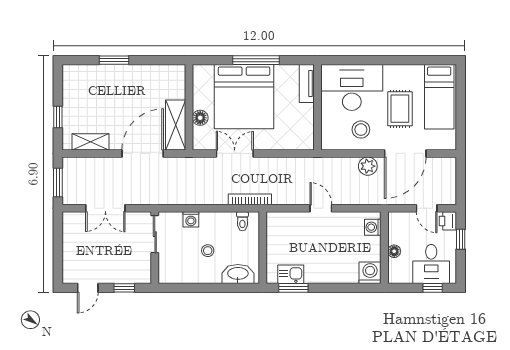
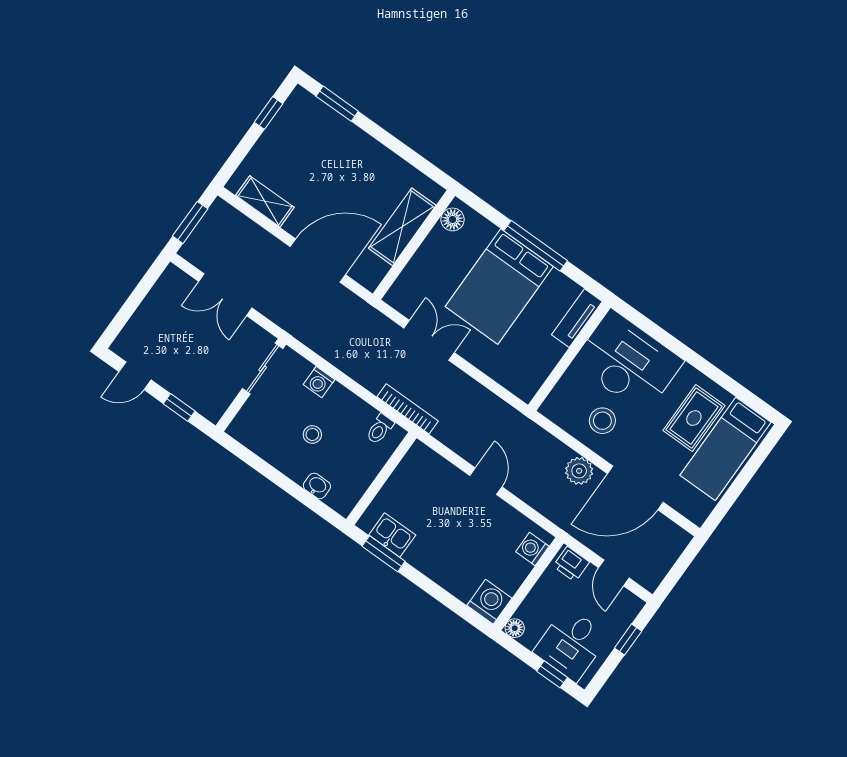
window: (114, 60) -> (337, 104), moved
bed: (244, 97) -> (499, 286), width x0.73
rug: (400, 109) -> (694, 418), moved
window: (58, 117) -> (269, 113), moved
floor lamp: (200, 118) -> (453, 219), moved
shelving: (176, 125) -> (402, 227), moved
printer: (448, 221) -> (571, 564), moved, turned -90
floor lamp: (394, 251) -> (515, 628), moved
washbasin: (238, 274) -> (317, 486), width x0.52, depth x0.69

